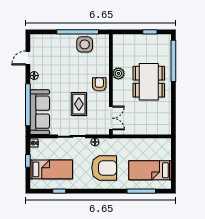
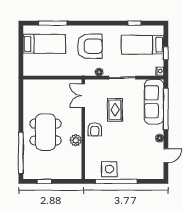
armchair: (104, 168) -> (90, 46), turned 180

